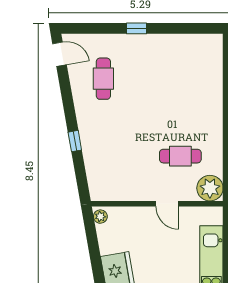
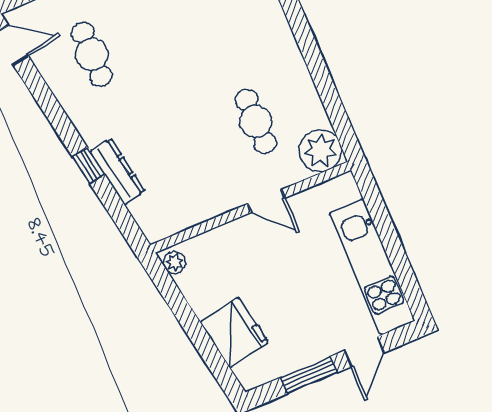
dresser: (90, 151) -> (118, 172), added
cafe table: (180, 156) -> (256, 121), turned 90

